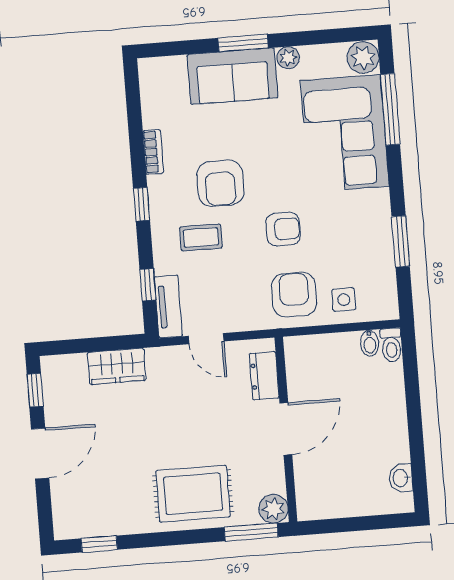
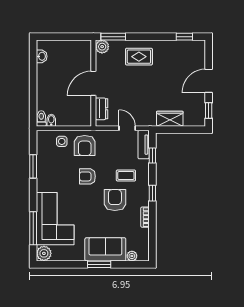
plant: (288, 58) -> (132, 256), moved
rug: (193, 494) -> (139, 57), width x0.73, depth x0.70

